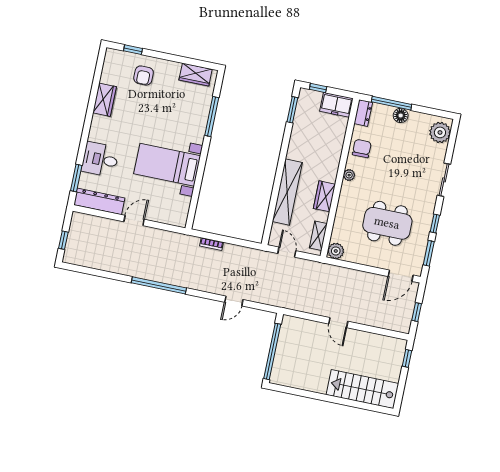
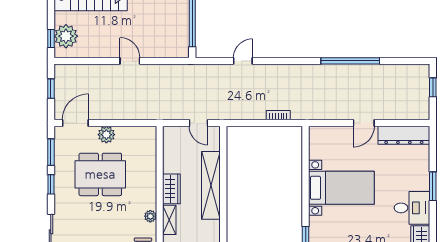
desk: (100, 159) -> (412, 208), moved
window: (76, 178) -> (433, 186), moved
shelving: (318, 236) -> (169, 220), moved
plant: (336, 251) -> (106, 135), moved
window: (159, 285) -> (350, 61), moved
plant: (393, 358) -> (66, 36), added

